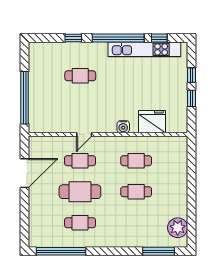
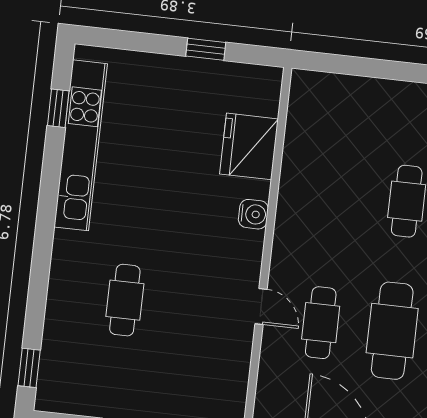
window: (73, 38) -> (29, 368), moved
window: (118, 38) -> (48, 203), removed
window: (192, 75) -> (152, 43), removed
cafe table: (136, 161) -> (335, 193), removed

